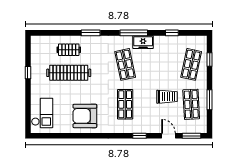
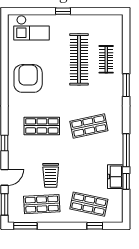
window: (134, 33) -> (126, 150), moved
freezer: (143, 42) -> (115, 177), moved
window: (28, 73) -> (63, 11), moved
window: (210, 100) -> (25, 226), moved

